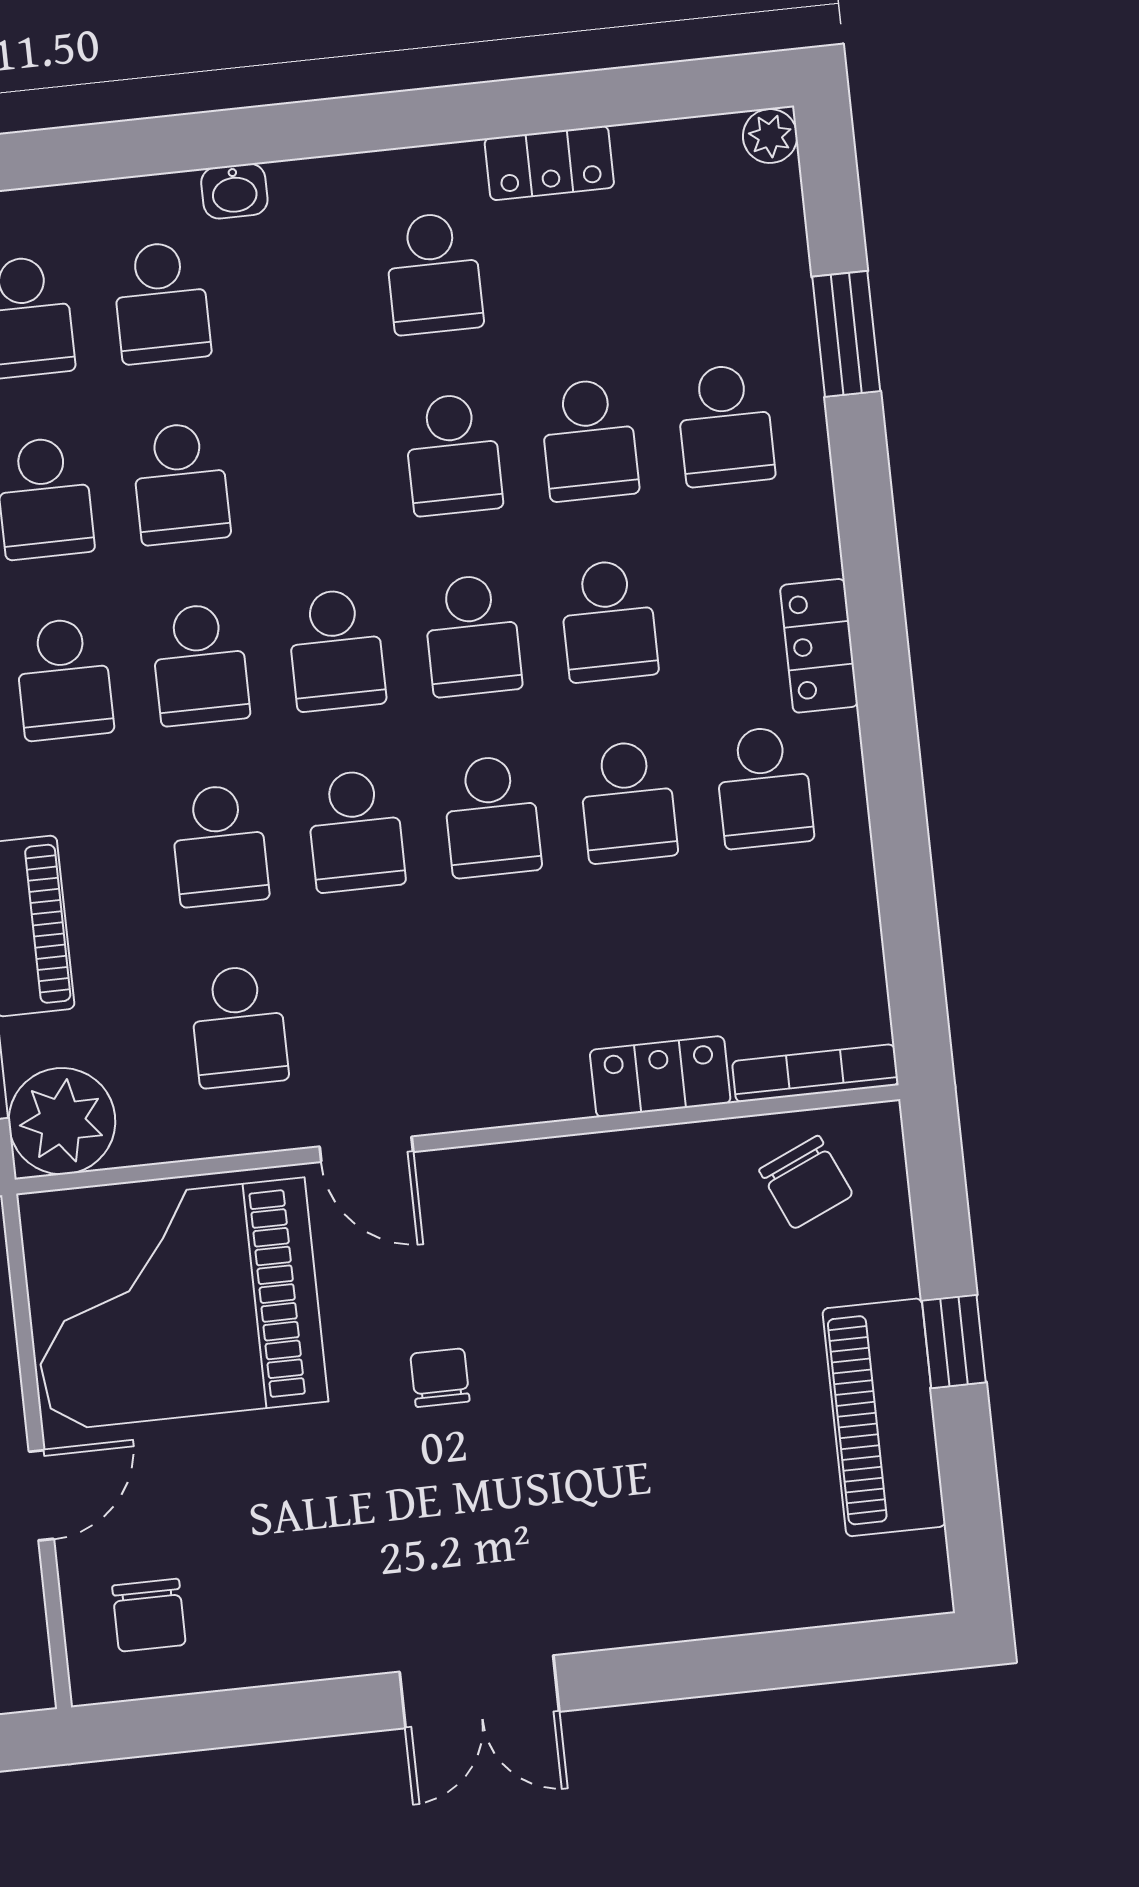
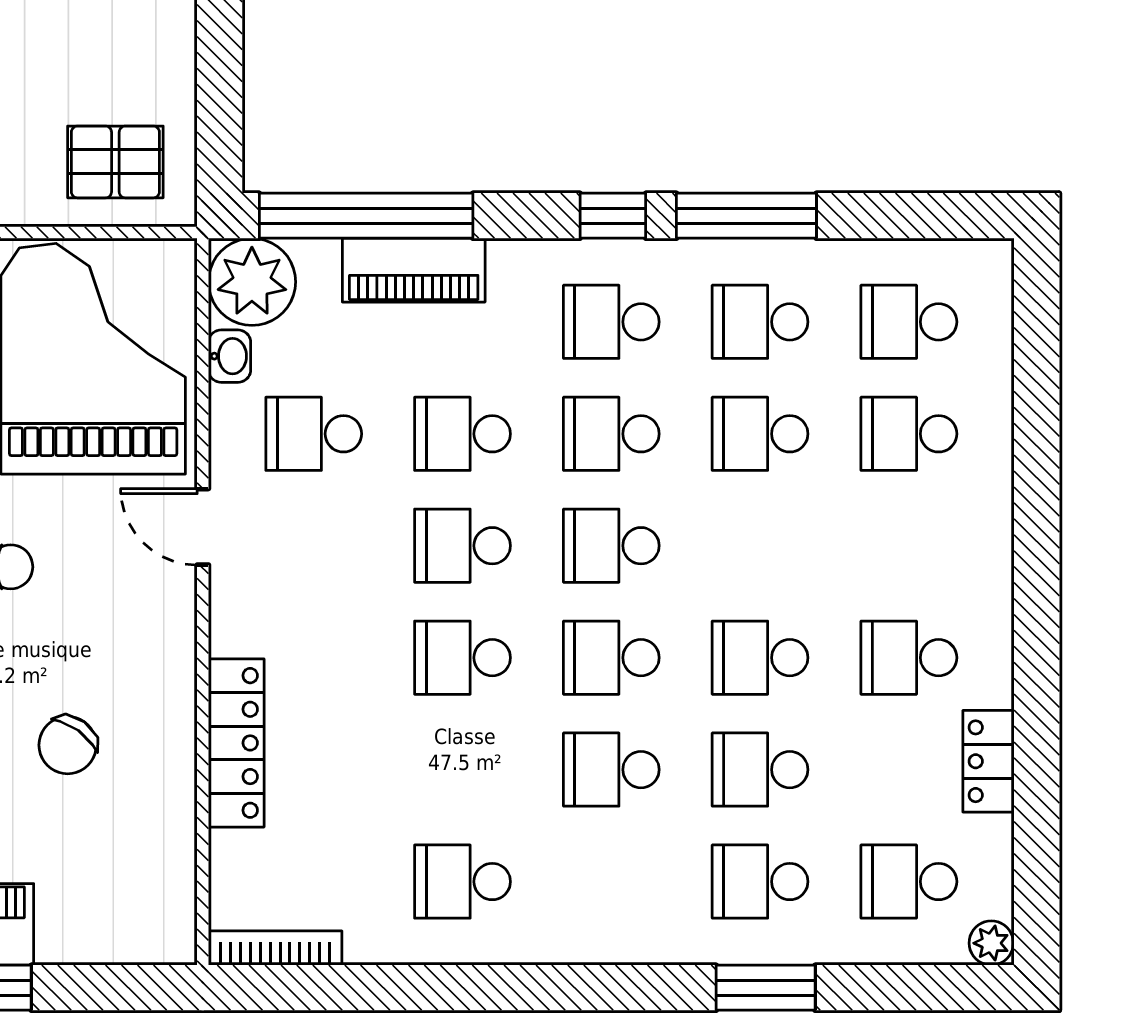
washbasin: (234, 191) -> (230, 356), moved, turned 180
window: (846, 334) -> (766, 988), moved
locker: (819, 646) -> (573, 939), removed
school desk: (628, 802) -> (909, 882), moved
bookcase: (815, 1073) -> (275, 948), moved, turned -90
locker: (660, 1077) -> (236, 743), width x1.53
door: (366, 1149) -> (203, 527), hinge flipped
chair: (806, 1182) -> (68, 745), moved, turned -30

